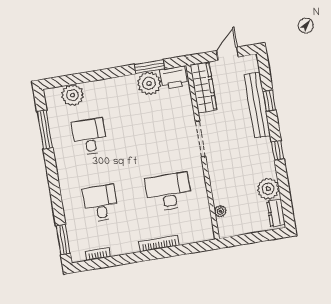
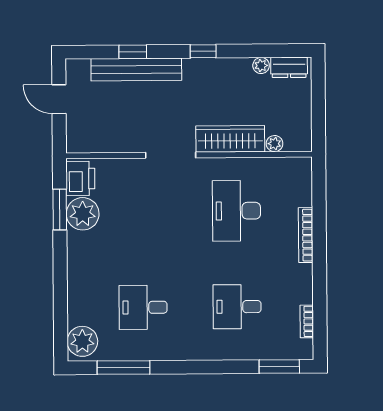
wardrobe: (203, 87) -> (230, 139), moved
plant: (73, 95) -> (82, 341), moved
plant: (268, 189) -> (261, 66), width x0.53, depth x0.53

